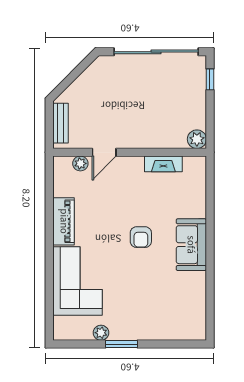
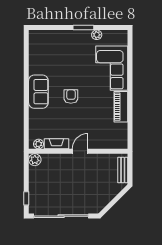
door: (104, 152) -> (80, 151), moved
plant: (80, 163) -> (39, 144), moved

